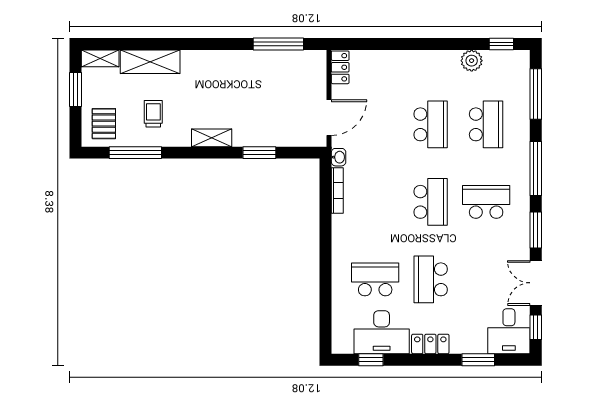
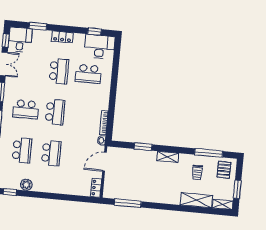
school desk: (431, 124) -> (51, 153), turned 180
school desk: (486, 124) -> (22, 150), turned 180
school desk: (431, 202) -> (55, 112), turned 180
desk: (382, 332) -> (99, 47), moved

